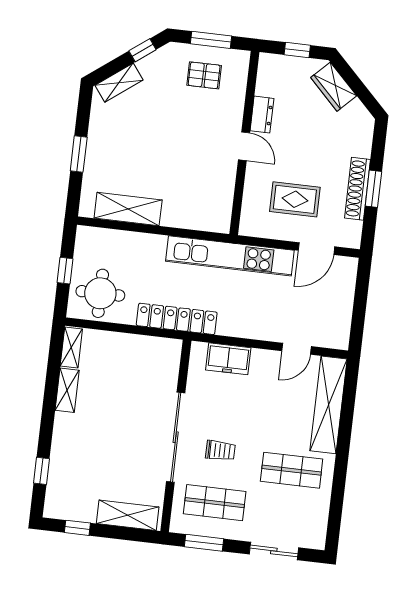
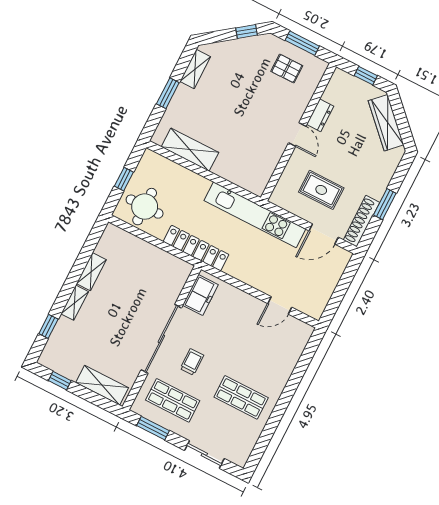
shelving: (119, 83) -> (195, 69), moved, turned -53
wardrobe: (334, 87) -> (386, 123), width x1.50
shoe rack: (358, 189) -> (361, 221), moved
shelving: (71, 348) -> (75, 303), moved
freezer: (228, 359) -> (200, 295), moved, turned -90
shelving: (329, 405) -> (288, 358), removed
trolley: (220, 451) -> (192, 362), turned -90

